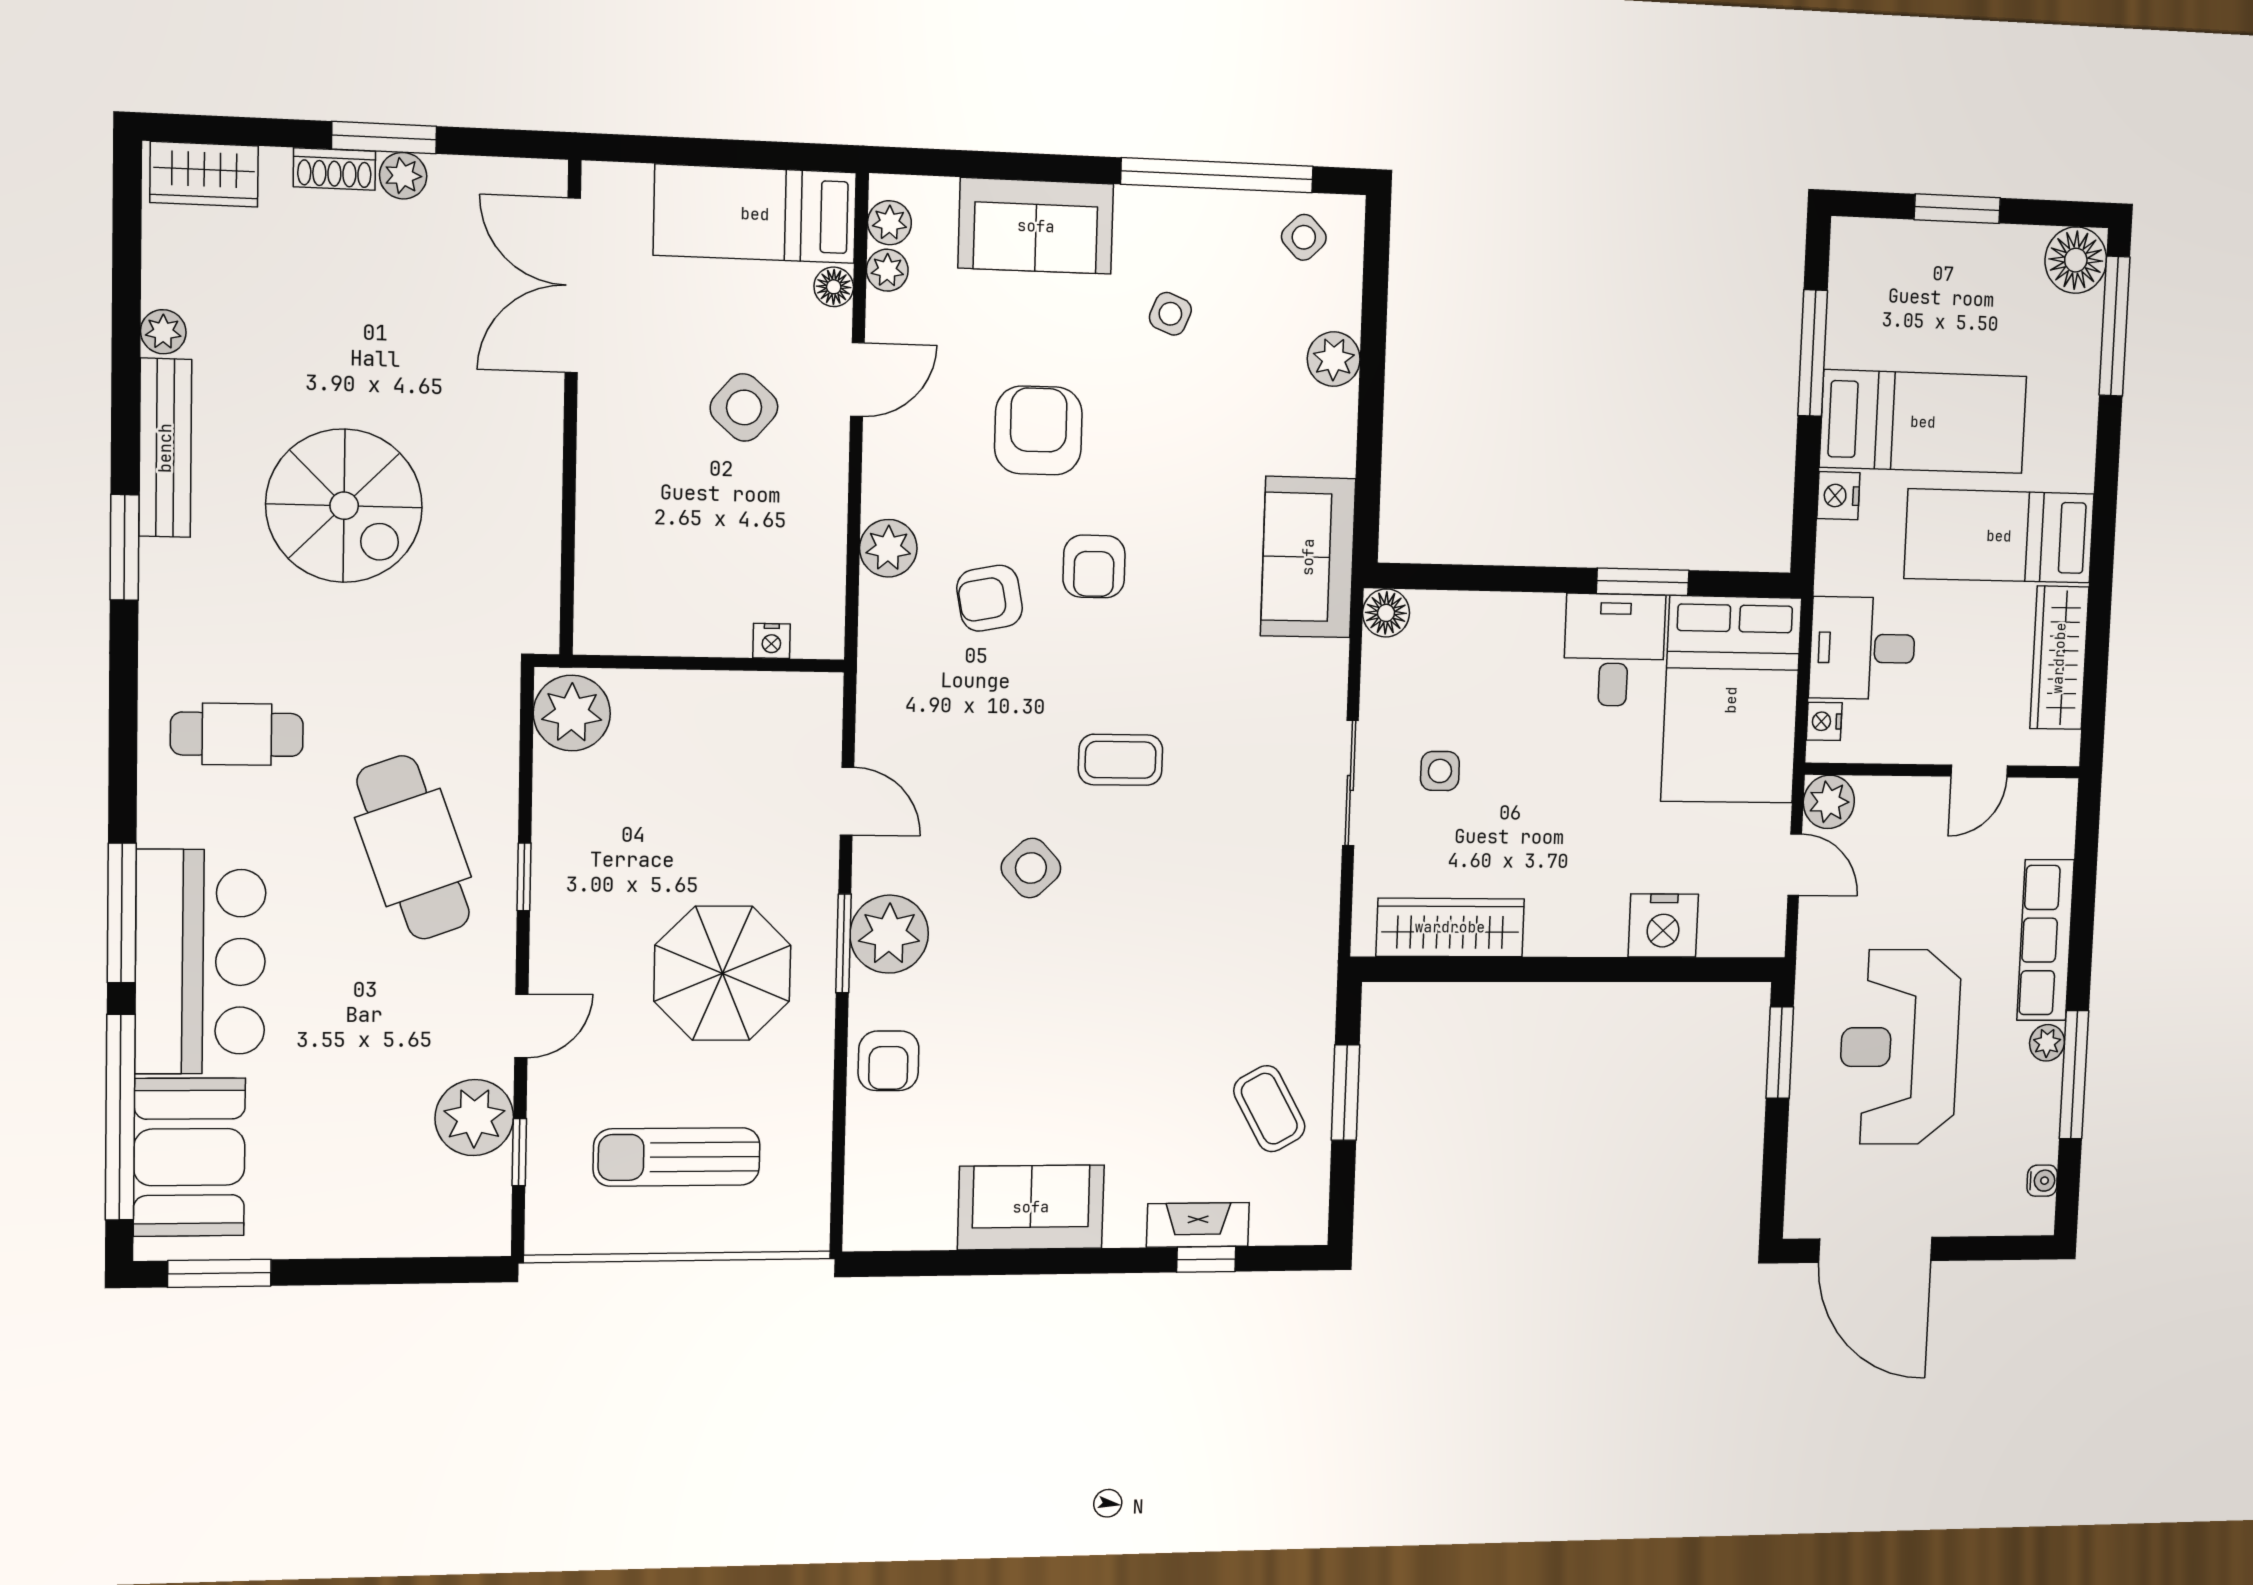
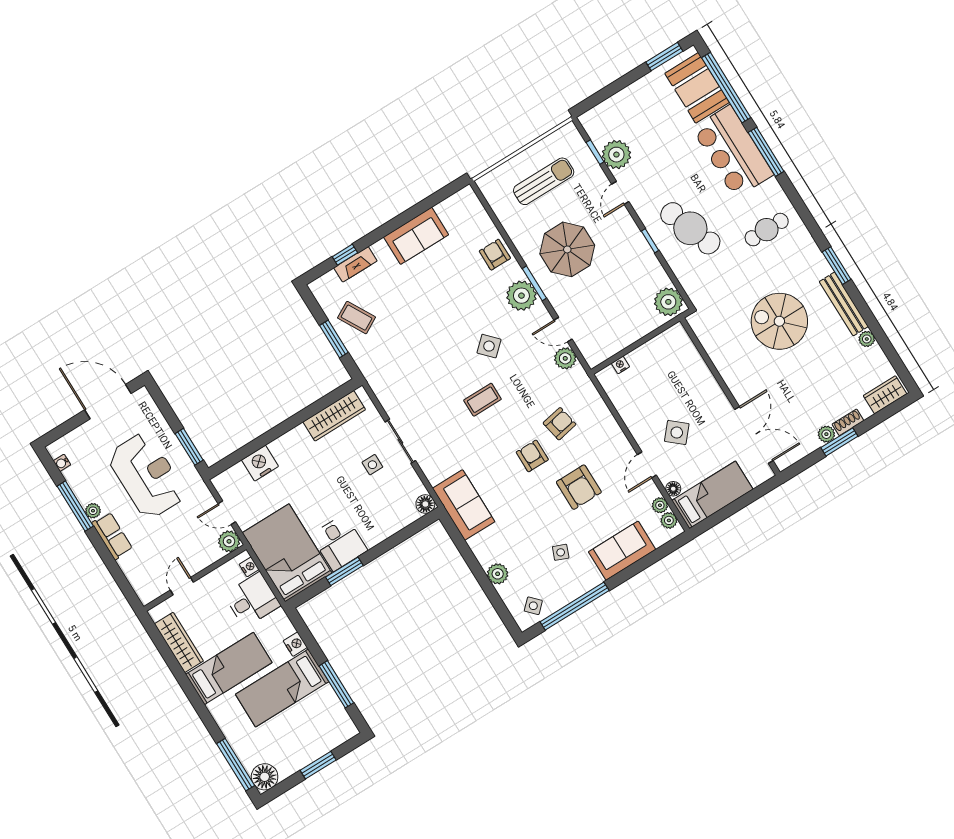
plant: (888, 548) -> (565, 358), moved
row of seats: (2045, 940) -> (112, 536), width x0.68

